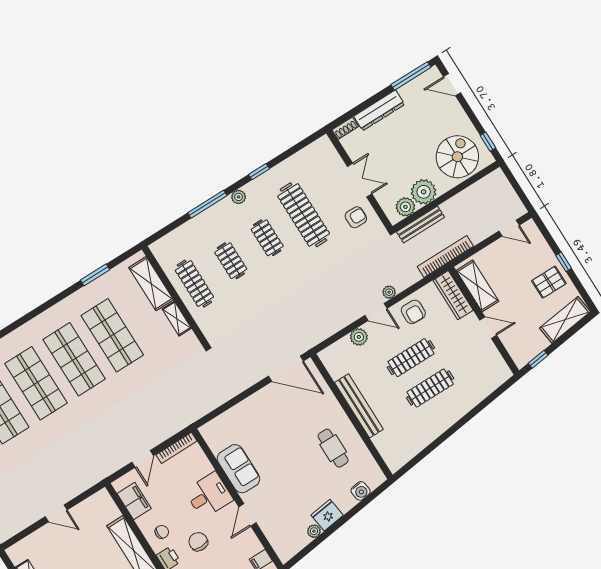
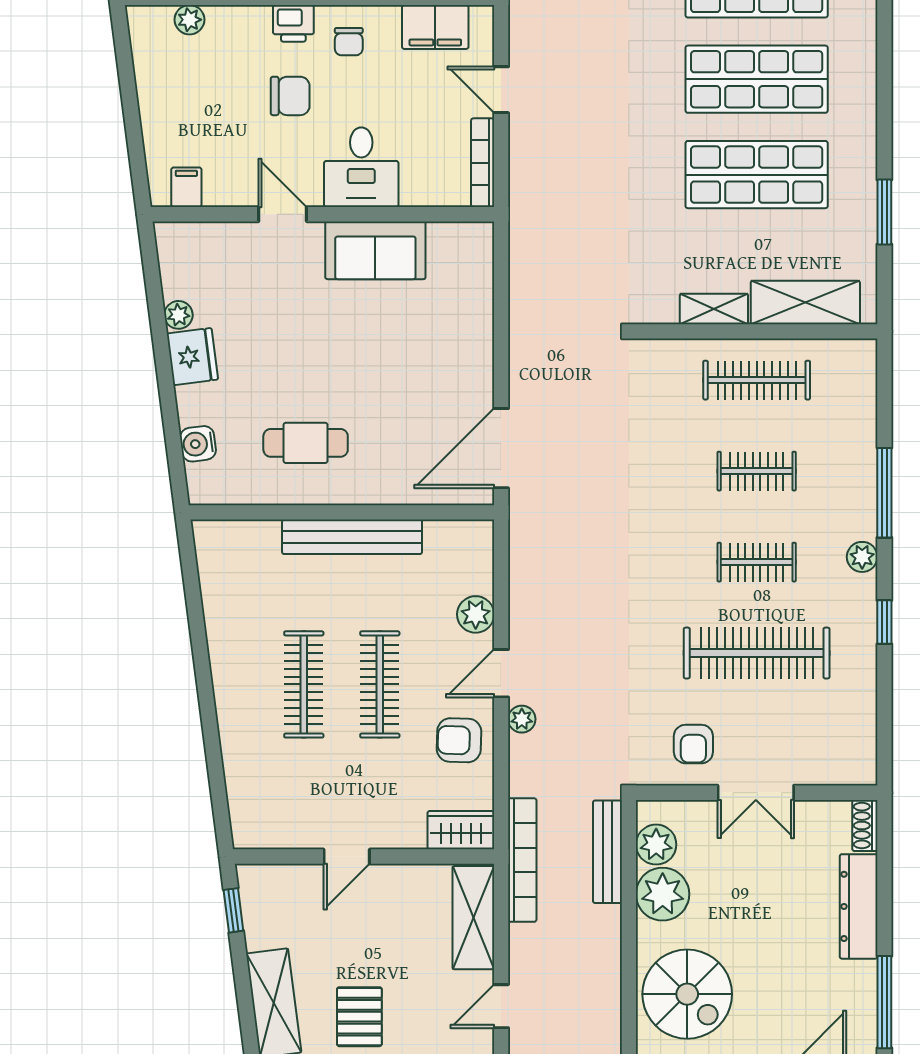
shelving: (477, 286) -> (473, 918), moved, turned 90
wardrobe: (453, 295) -> (461, 830), width x0.67

